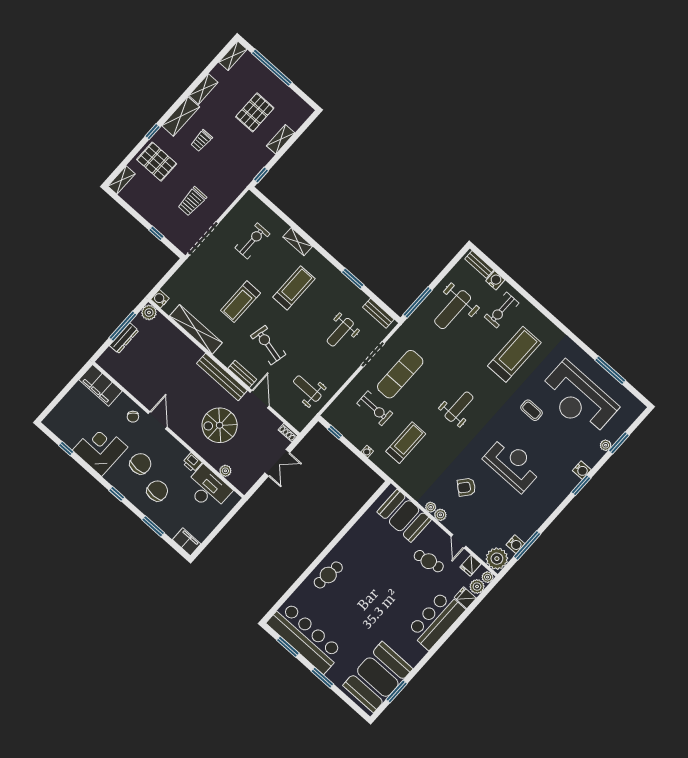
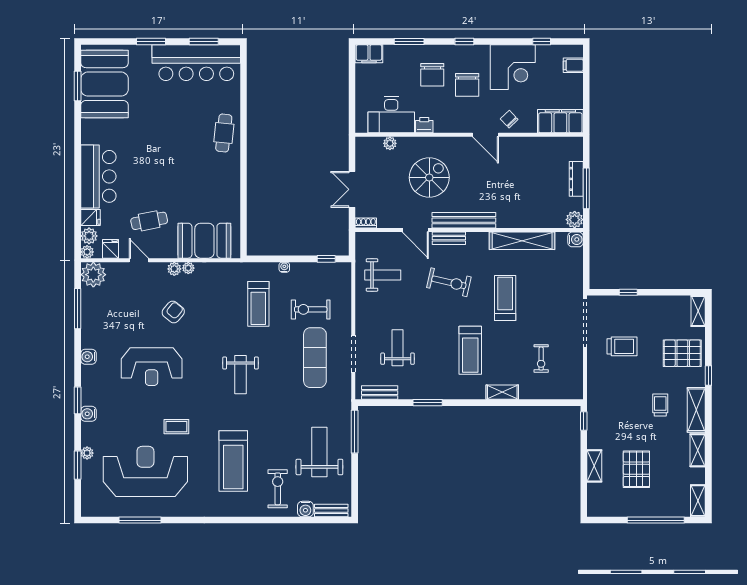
trolley: (192, 201) -> (622, 346), turned 90
exercise bike: (252, 241) -> (541, 359), width x0.73, depth x0.72
filing cabinet: (59, 414) -> (573, 65), added
water cooler: (515, 544) -> (88, 357), moved

